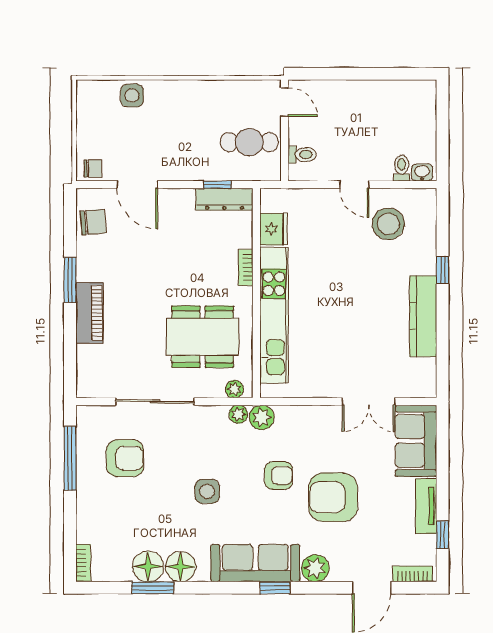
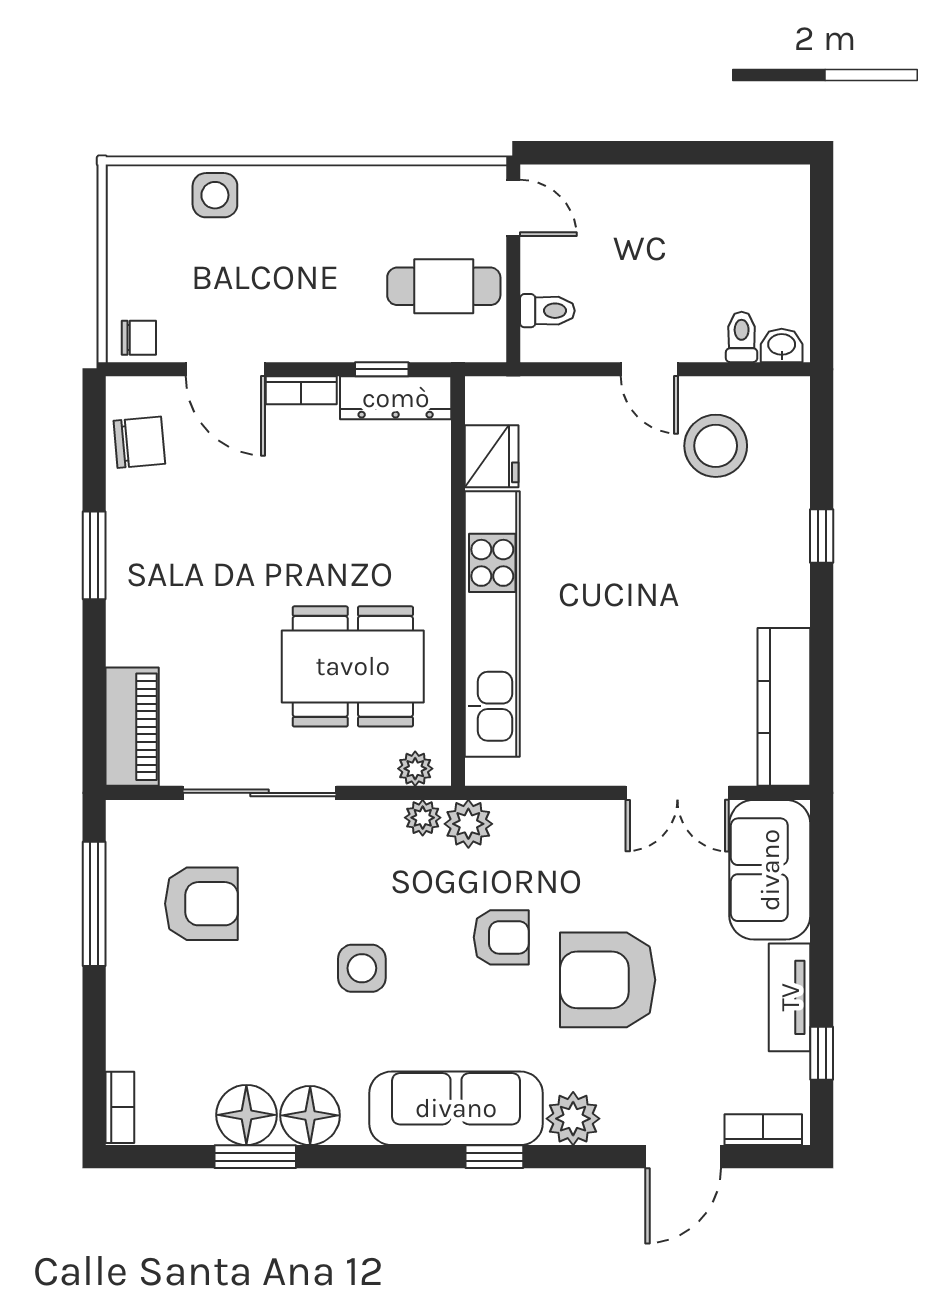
bookcase: (246, 268) -> (301, 390), moved, turned -90
piano: (90, 313) -> (132, 727), moved
kitchen counter: (423, 316) -> (784, 707), moved

